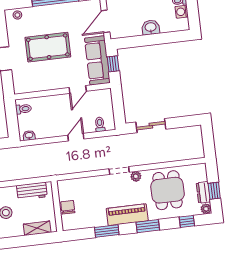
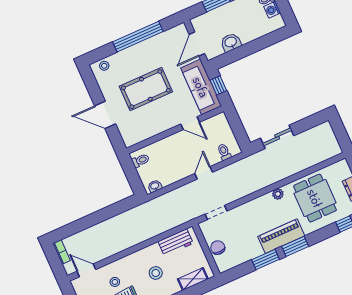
washbasin: (151, 27) -> (231, 42), moved
door: (78, 89) -> (190, 123), hinge flipped
doorway: (119, 171) -> (216, 212), moved
window: (148, 226) -> (295, 246), moved

